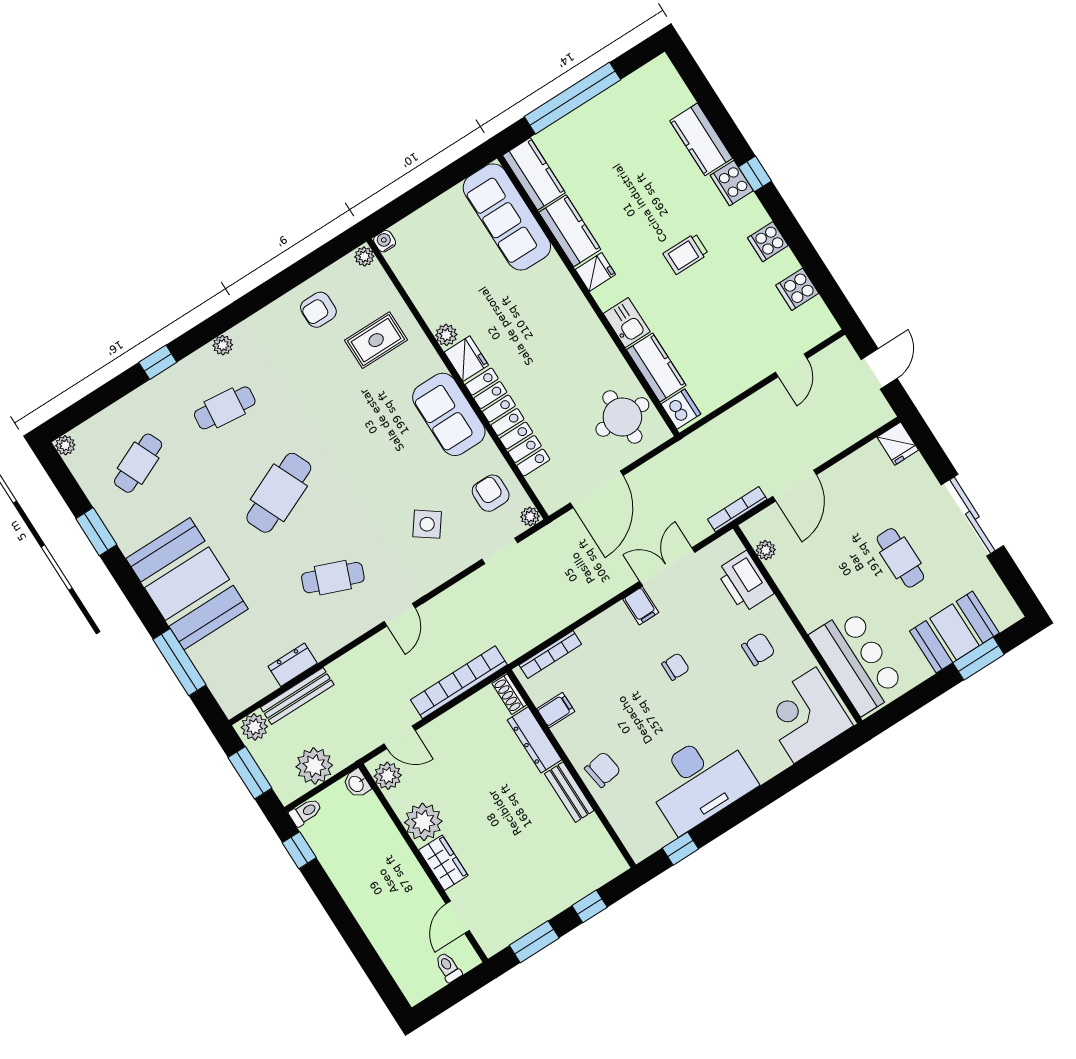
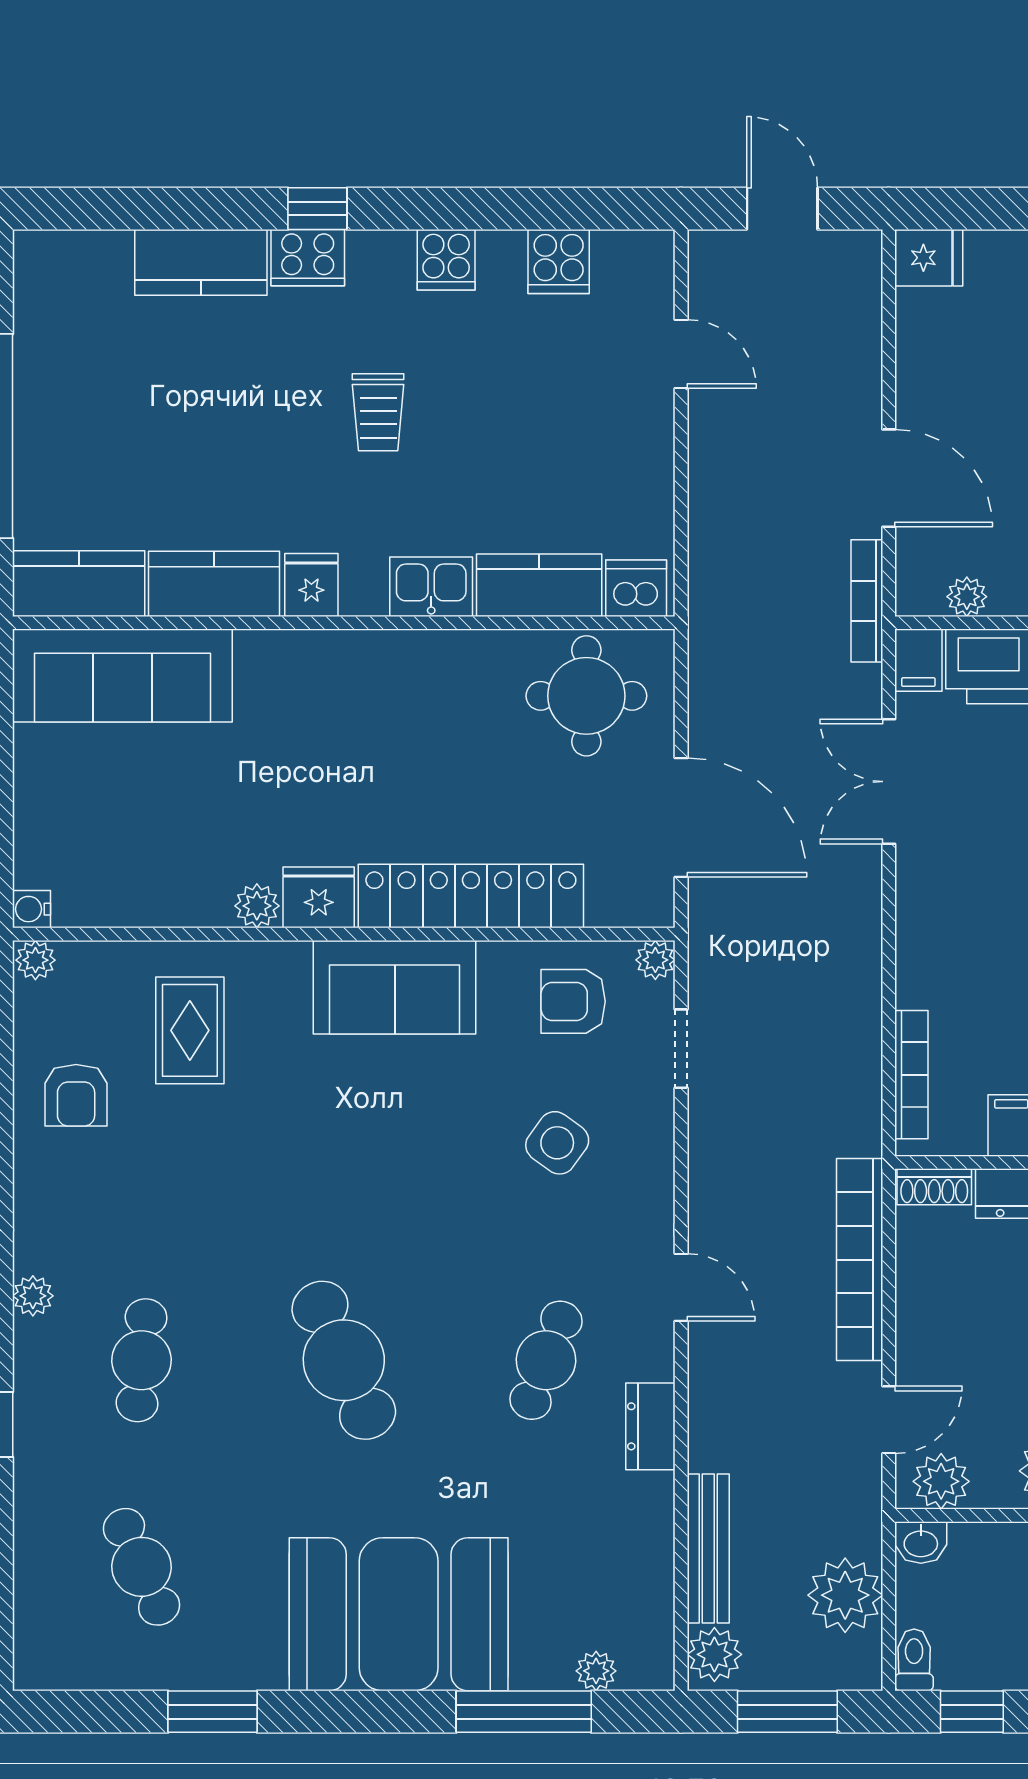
plant: (65, 445) -> (596, 1671), moved
filing cabinet: (641, 606) -> (918, 660), moved, turned 90
dresser: (293, 665) -> (650, 1426), moved

